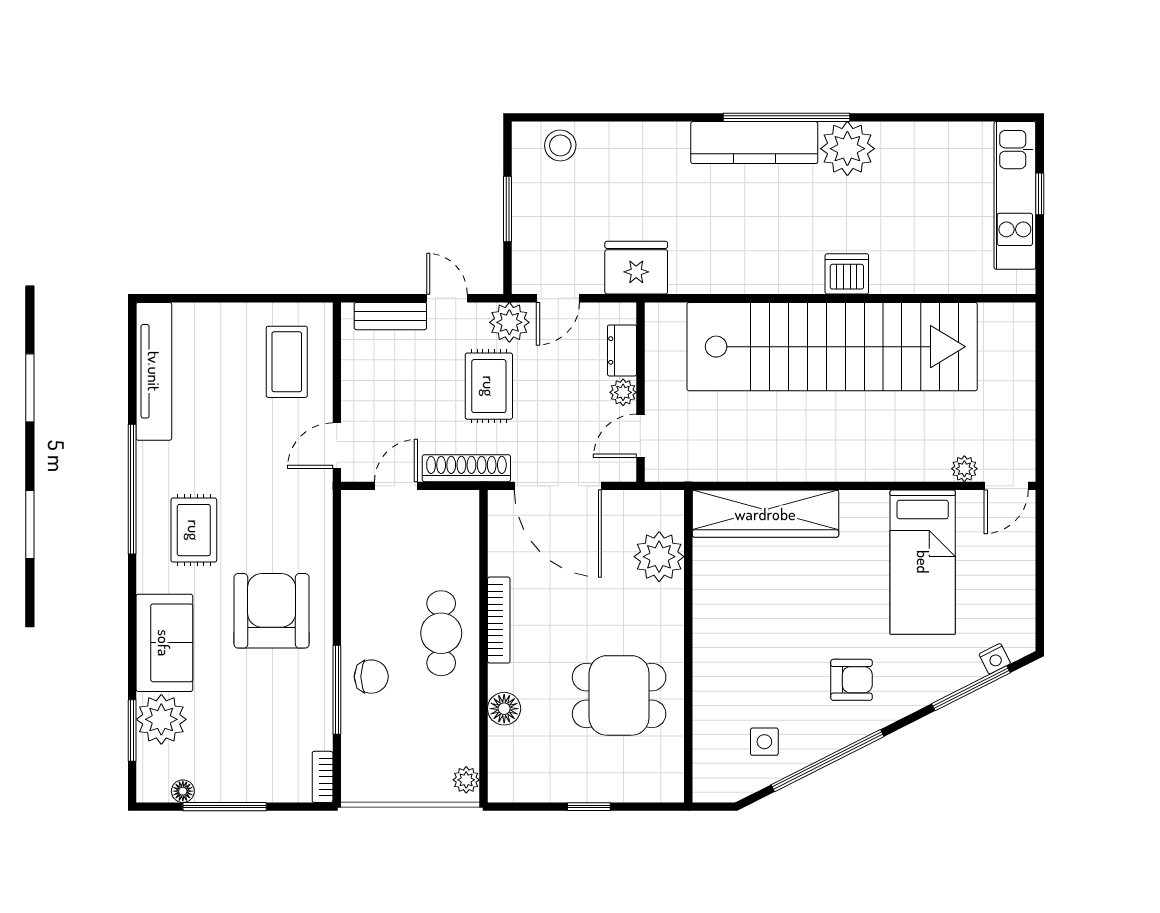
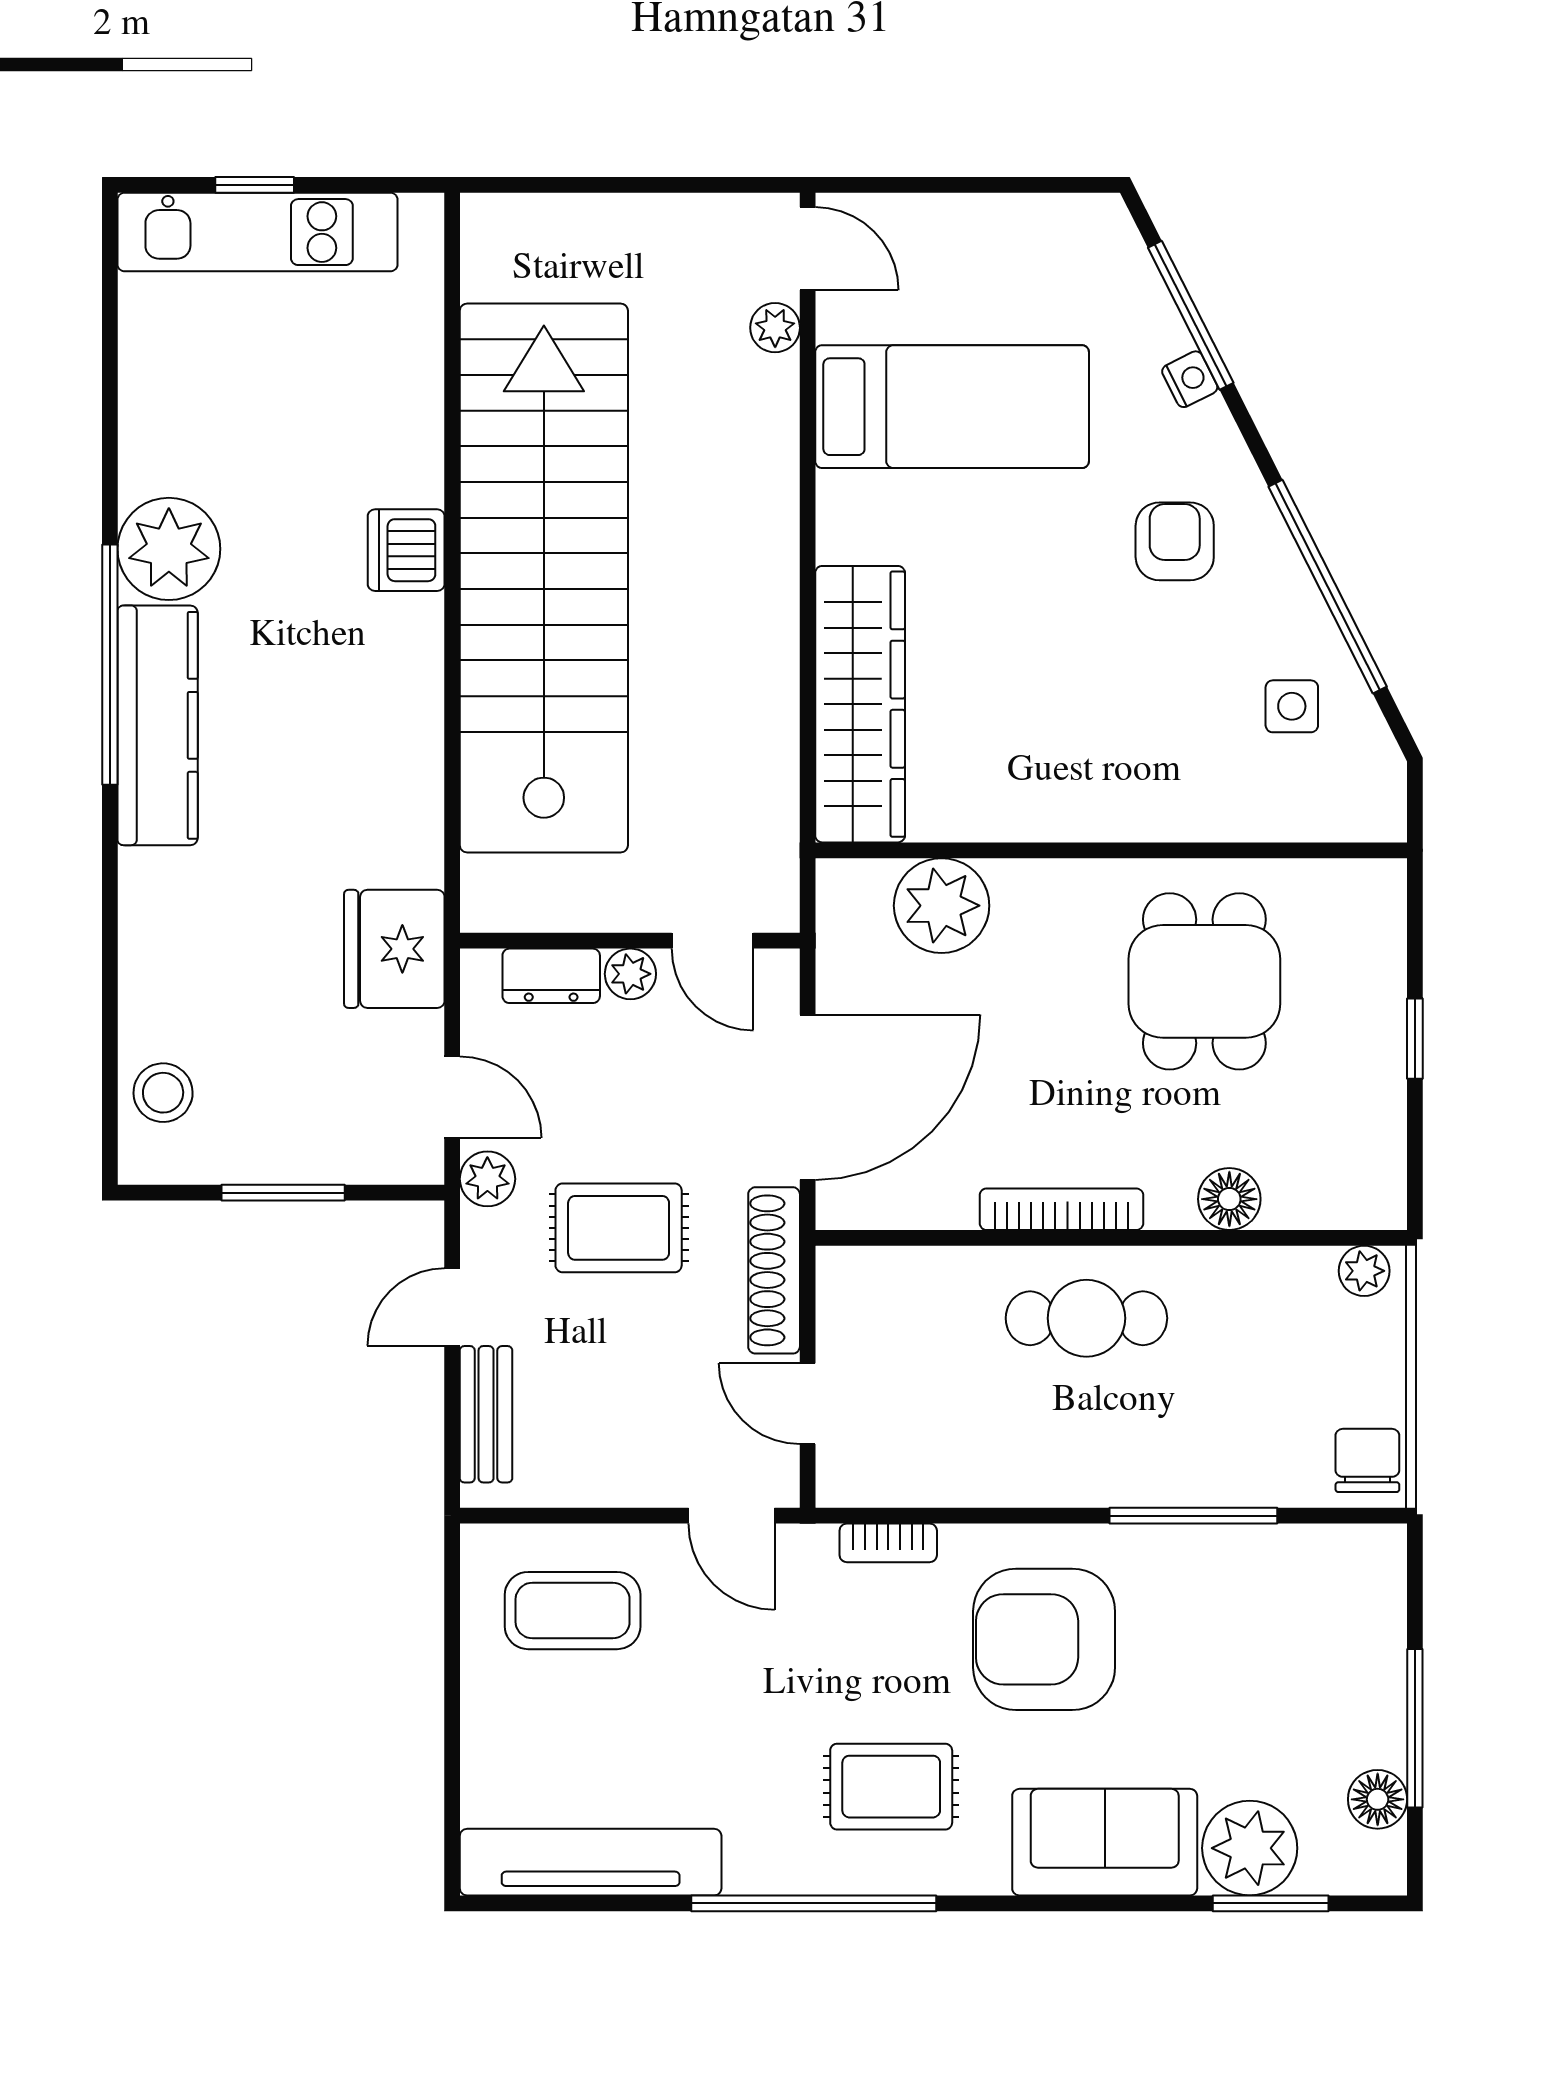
plant: (509, 322) -> (487, 1179), width x0.73, depth x0.73
nightstand: (995, 659) -> (1190, 379), moved
chair: (371, 677) -> (1367, 1460), moved
bookcase: (323, 777) -> (888, 1543), moved
floor lamp: (183, 791) -> (1378, 1799), width x1.37, depth x1.37

